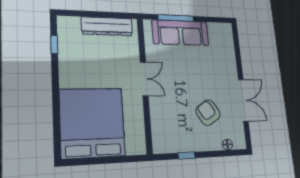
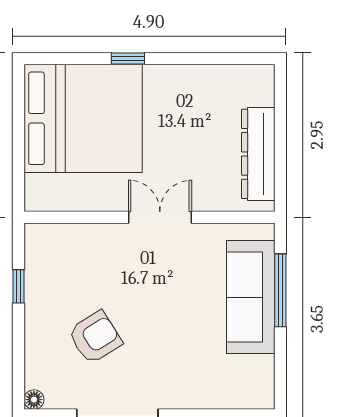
window: (54, 44) -> (128, 58), moved
double door: (144, 79) -> (160, 217), swing flipped
floor lamp: (227, 145) -> (34, 400), moved

